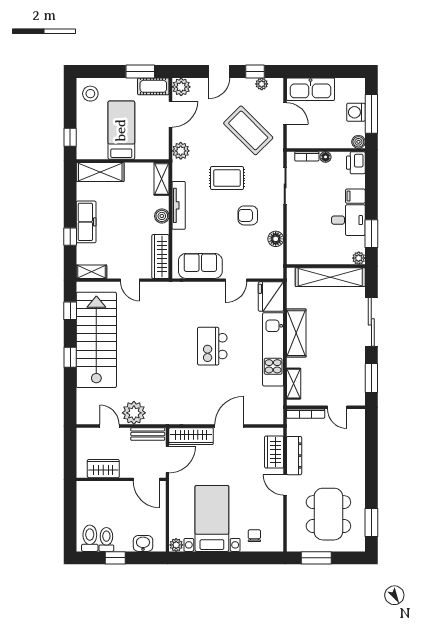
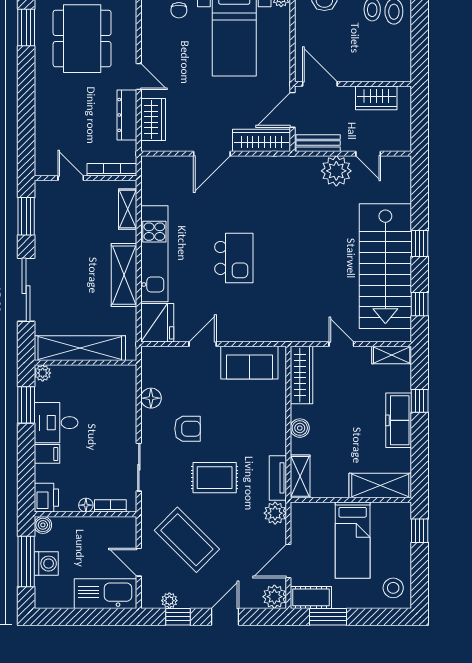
tv unit: (179, 205) -> (278, 478), moved, width x0.71

